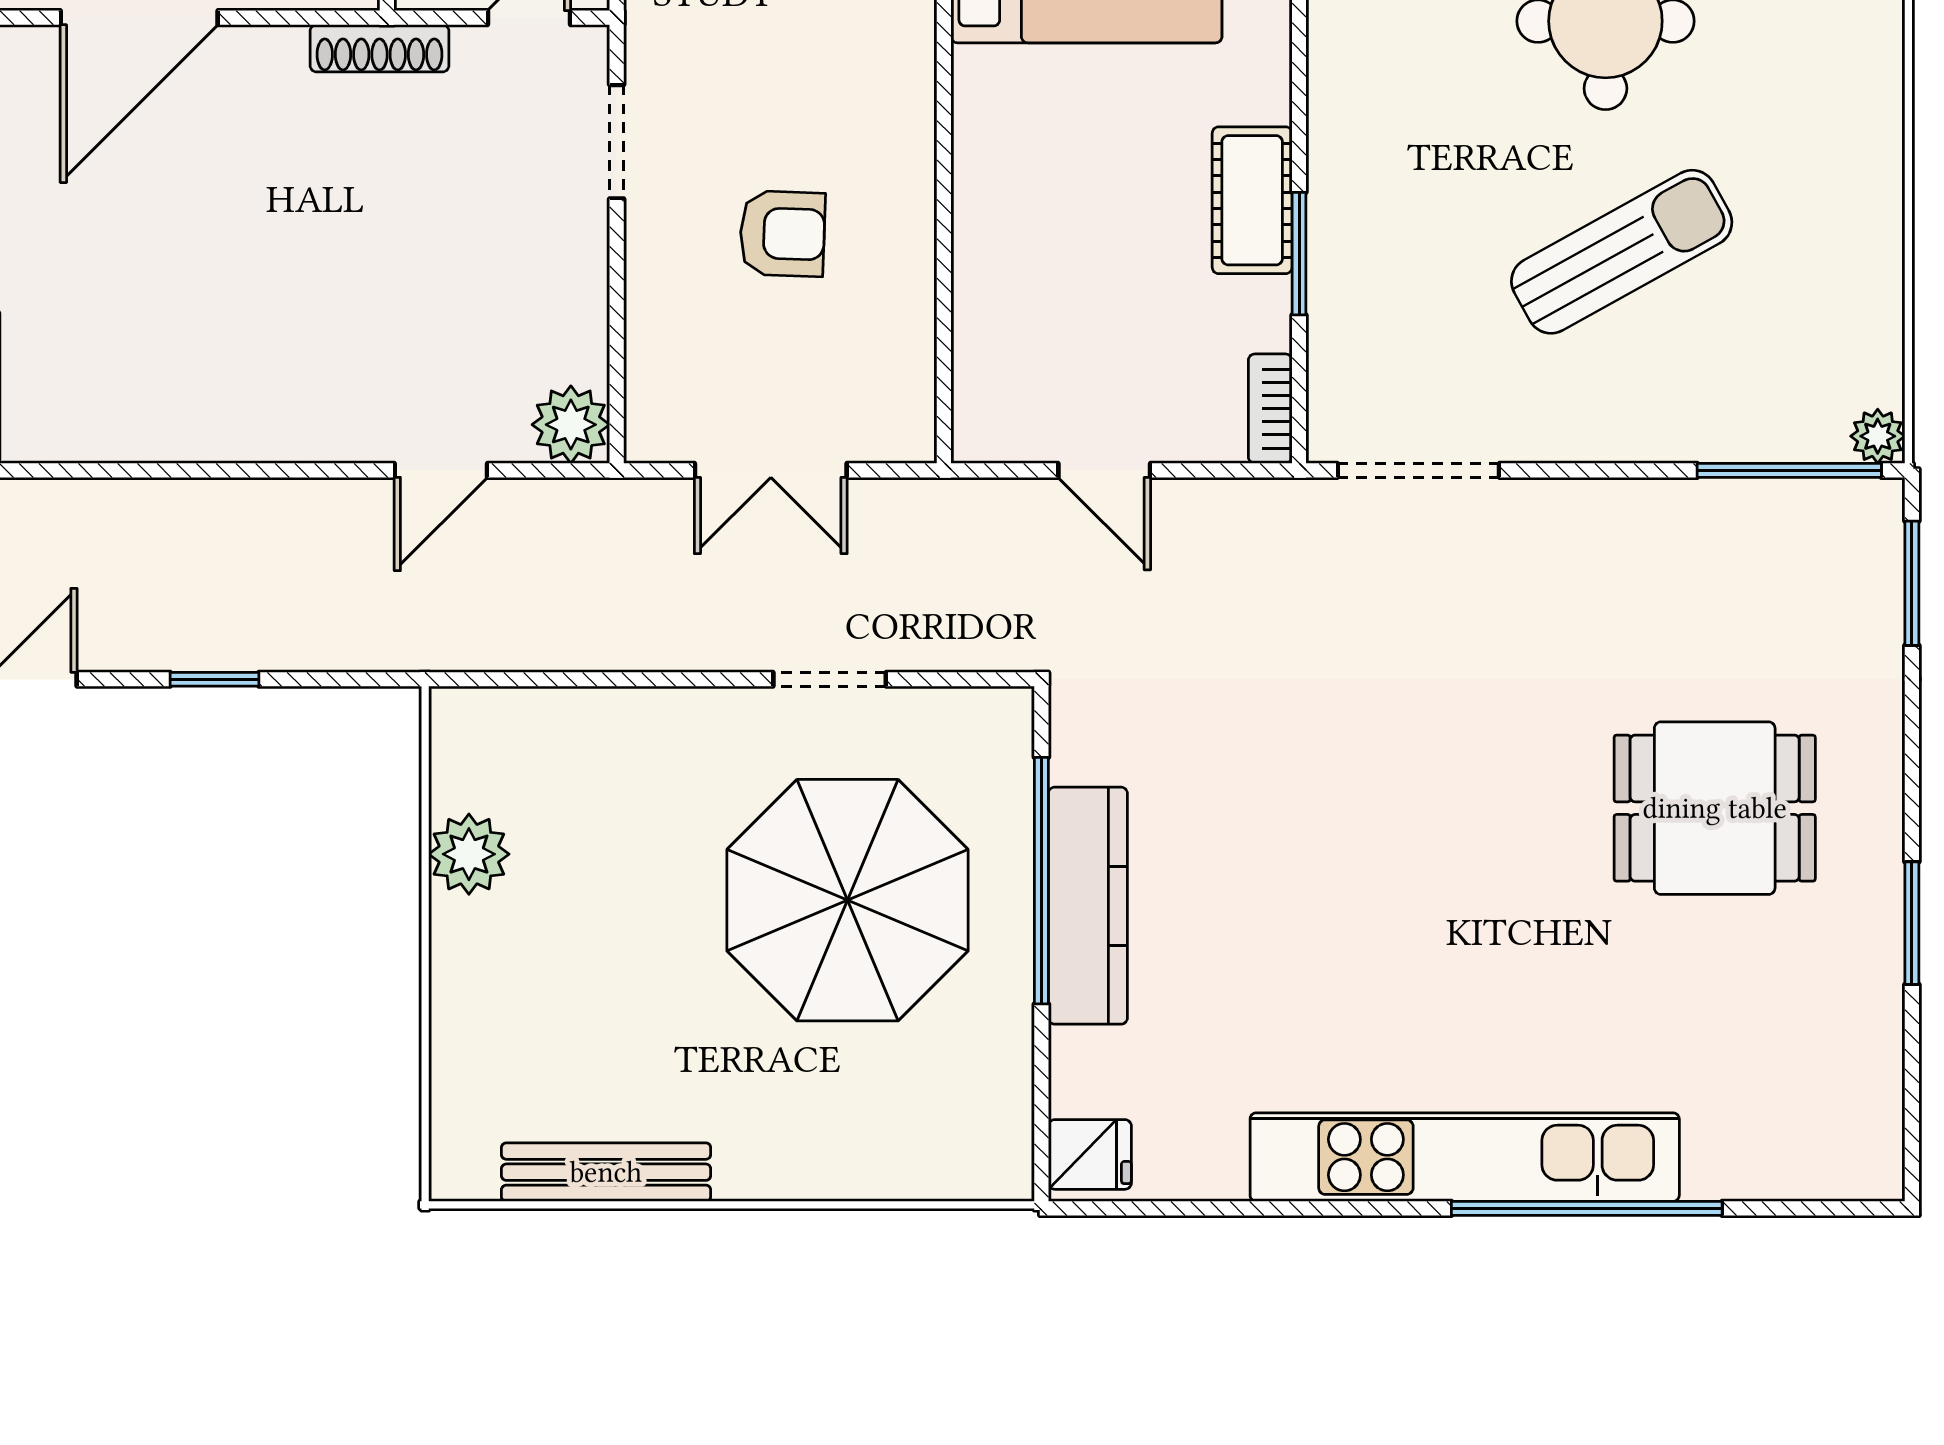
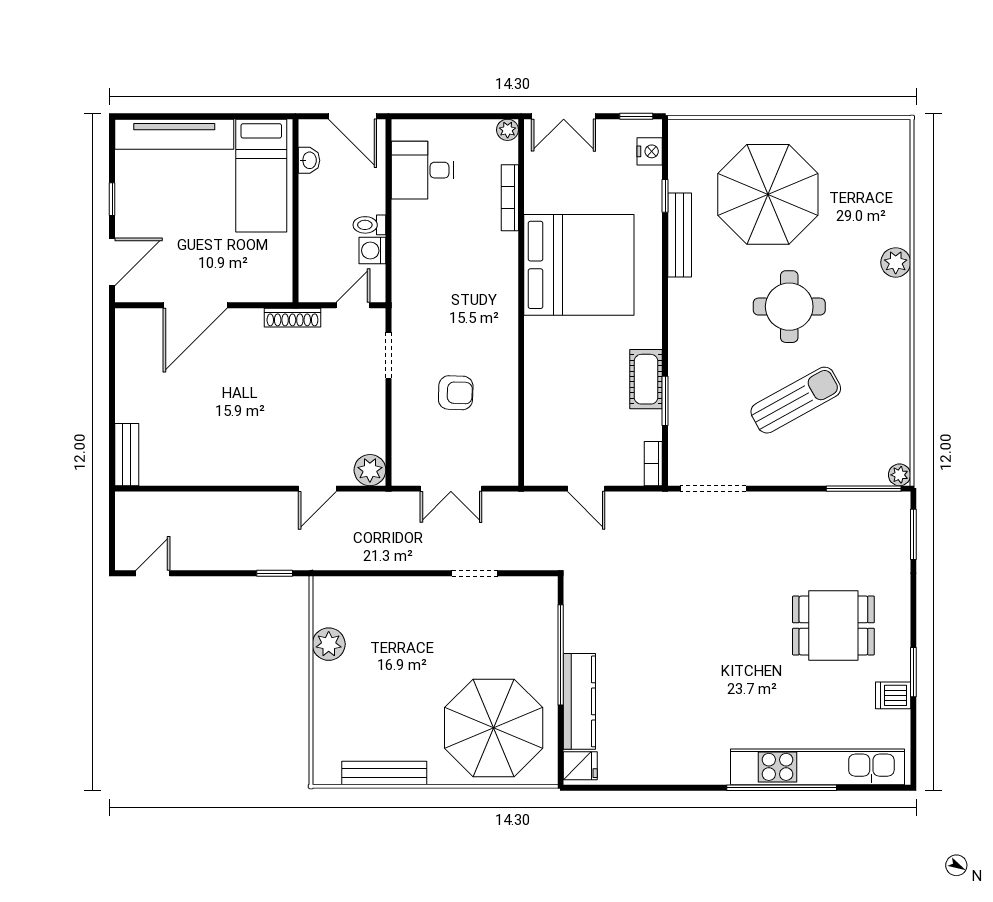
window: (215, 679) -> (275, 573), moved
parasol: (847, 900) -> (494, 728), moved
kitchen counter: (1088, 906) -> (579, 701), moved
dishwasher: (1862, 981) -> (893, 695), added
kitchen unit: (1465, 1157) -> (817, 767), moved

